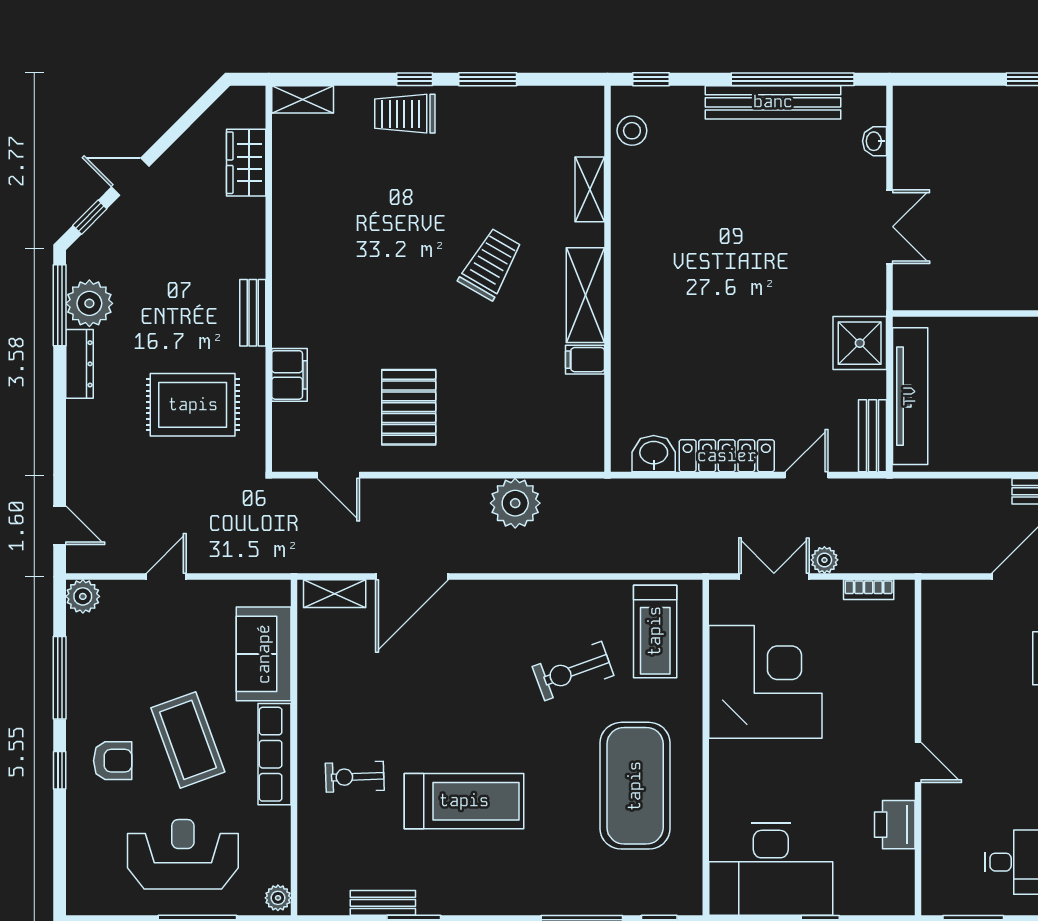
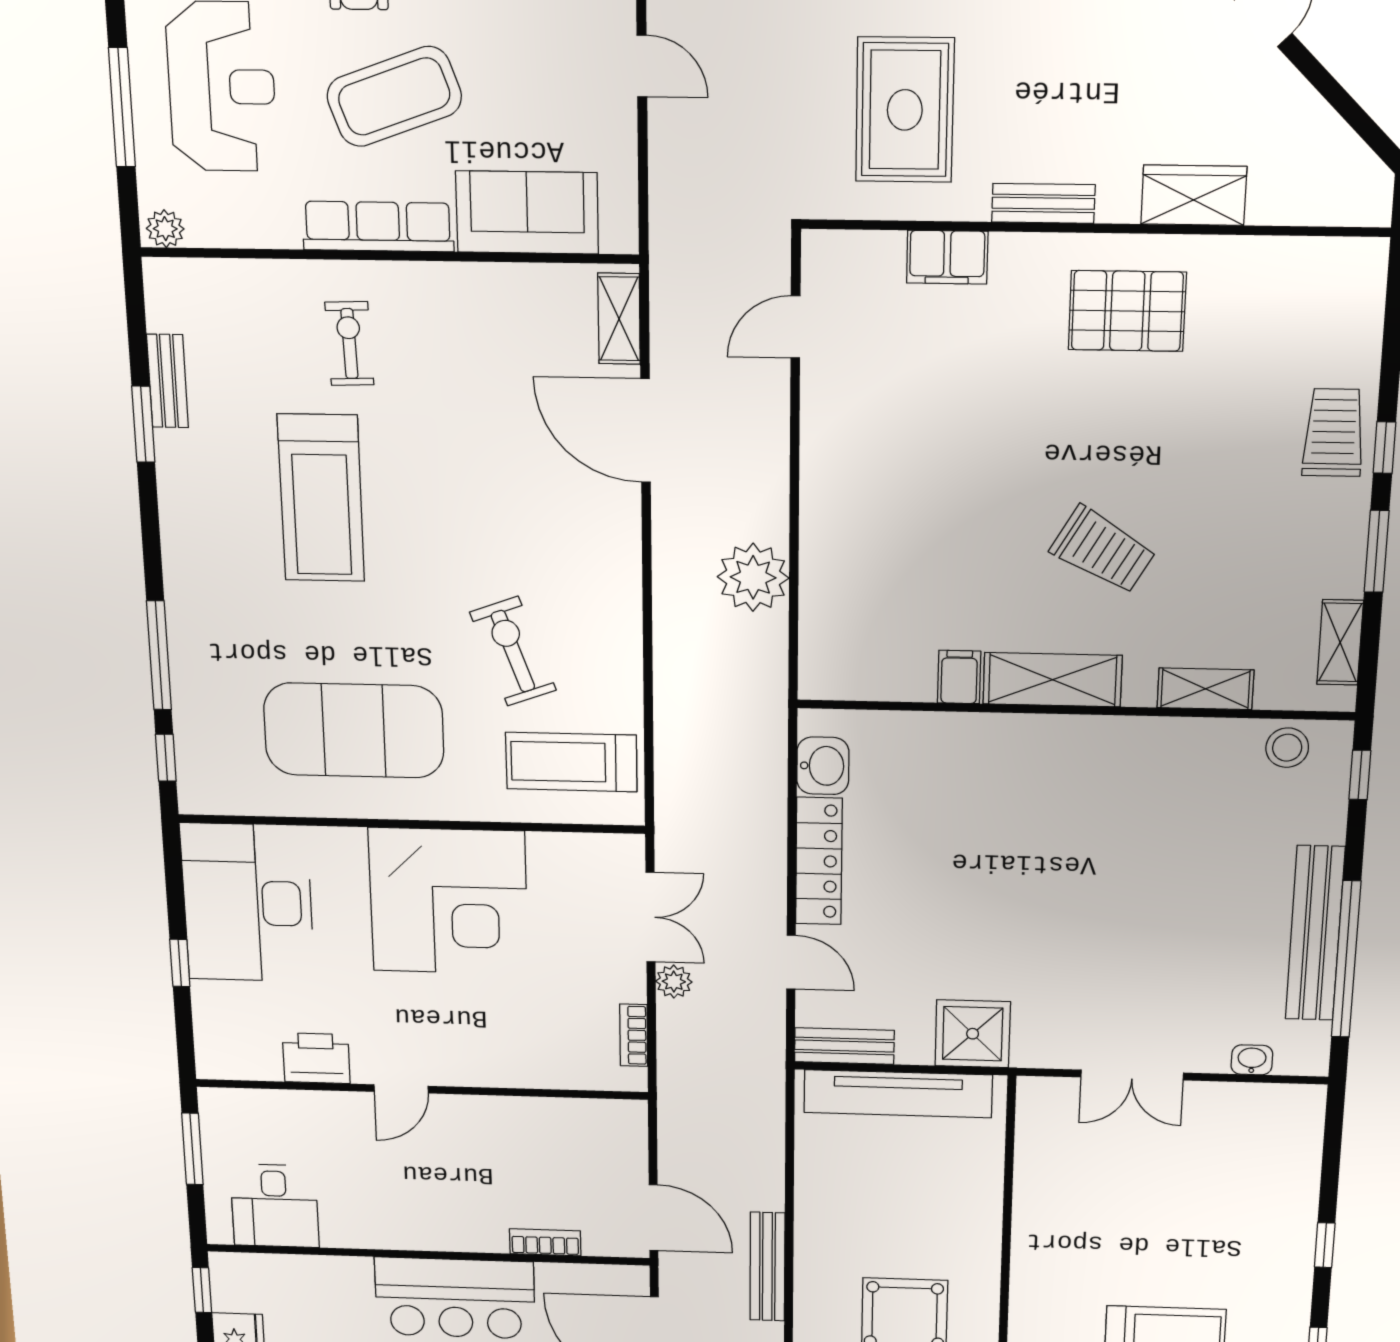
shelving: (303, 99) -> (1340, 642), moved
wardrobe: (246, 163) -> (1194, 195), moved
pallet: (409, 407) -> (1127, 311), moved
corner desk: (765, 682) -> (449, 901), moved

